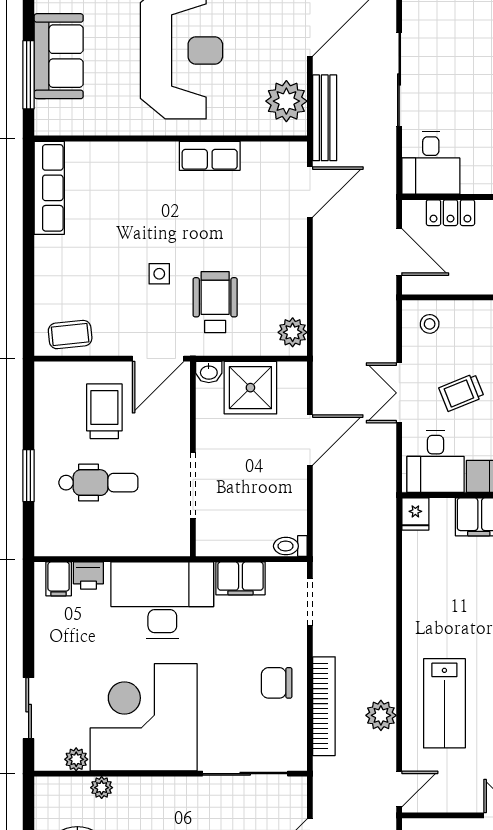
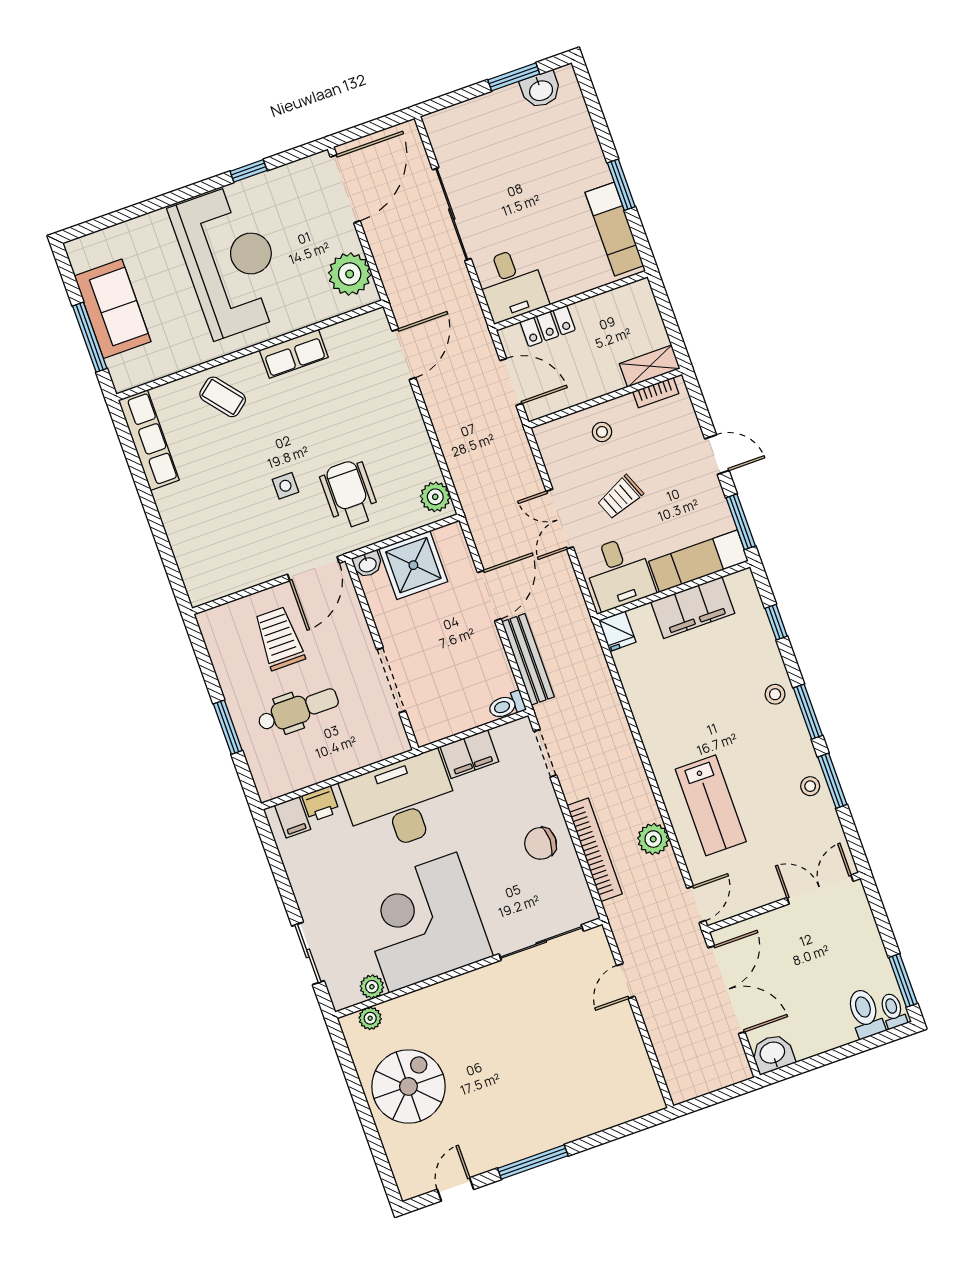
bench: (325, 118) -> (528, 659), moved
stool: (430, 324) -> (602, 432), moved
coffee table: (70, 335) -> (223, 397), moved, turned 57
plant: (102, 788) -> (370, 1018), moved

